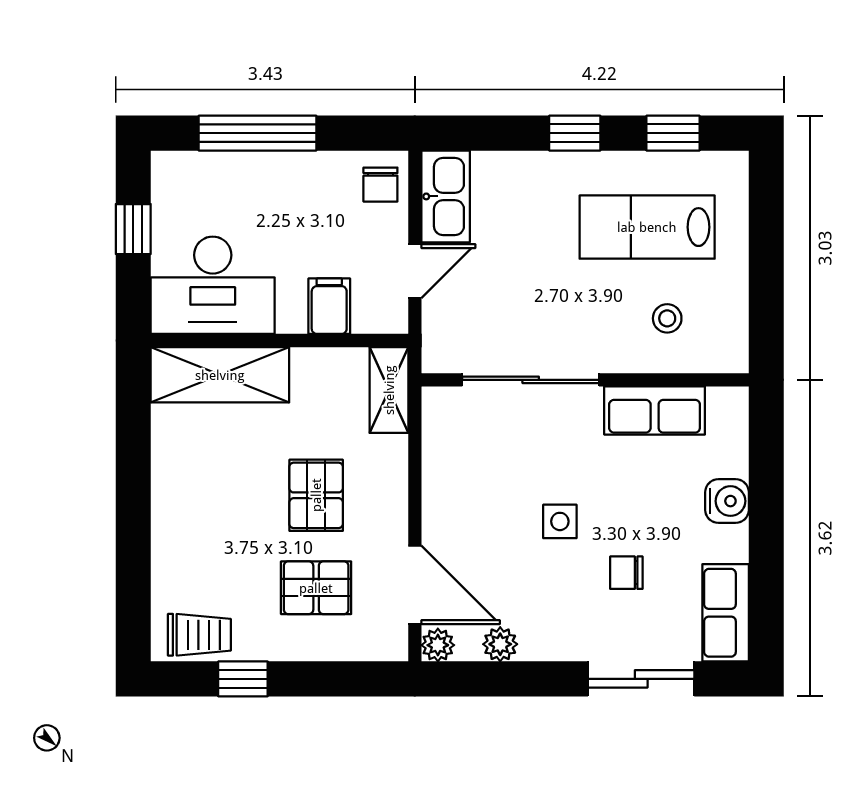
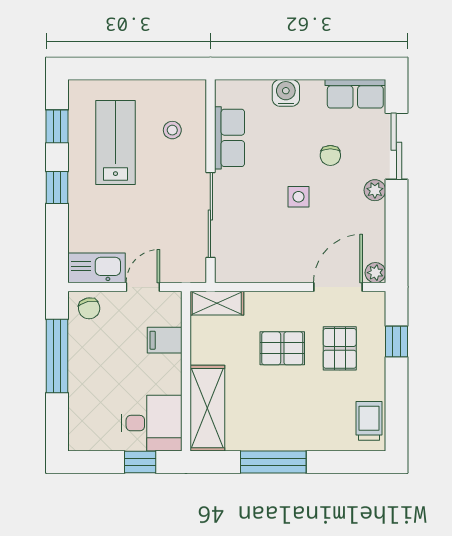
window: (257, 133) -> (57, 356), moved
chair: (380, 185) -> (89, 308), turned 77
lab bench: (647, 227) -> (115, 143), turned 180
window: (133, 229) -> (140, 462), moved
door: (415, 271) -> (143, 287), hinge flipped
desk: (213, 285) -> (152, 423), width x0.73
window: (133, 481) -> (273, 462), added
plant: (500, 644) -> (375, 190), moved
window: (243, 679) -> (396, 342), moved

